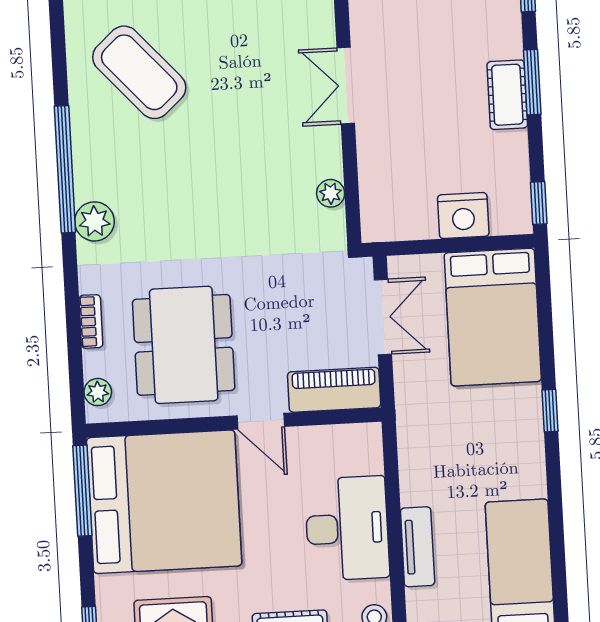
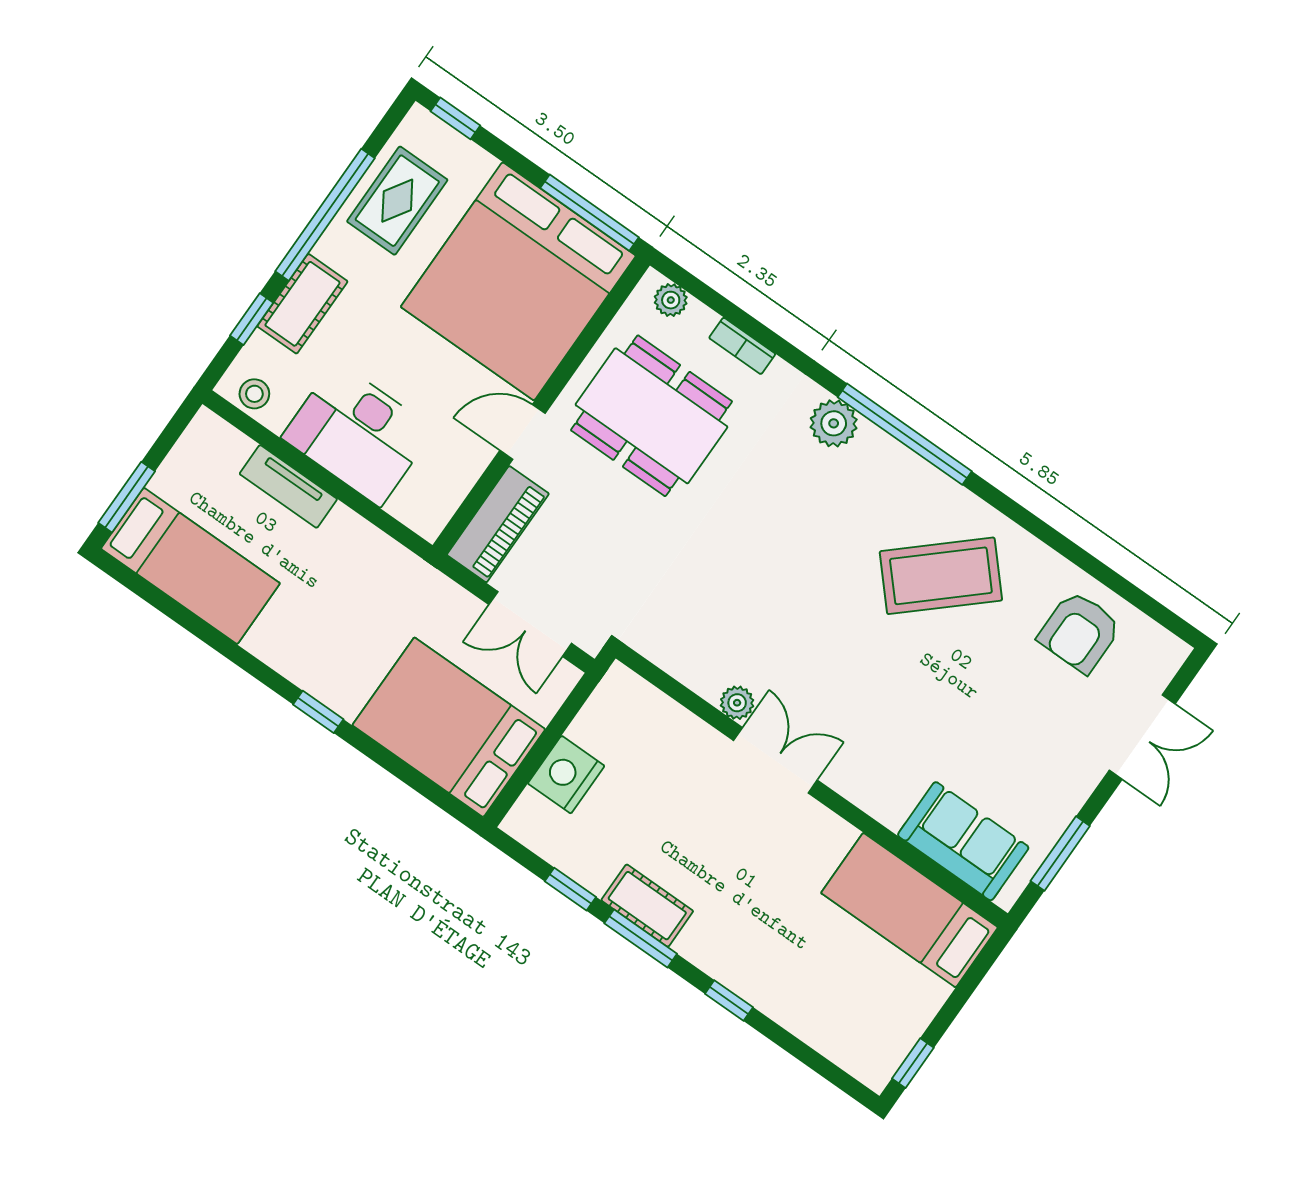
plant: (331, 193) -> (737, 703), moved
window: (539, 203) -> (570, 889), moved

